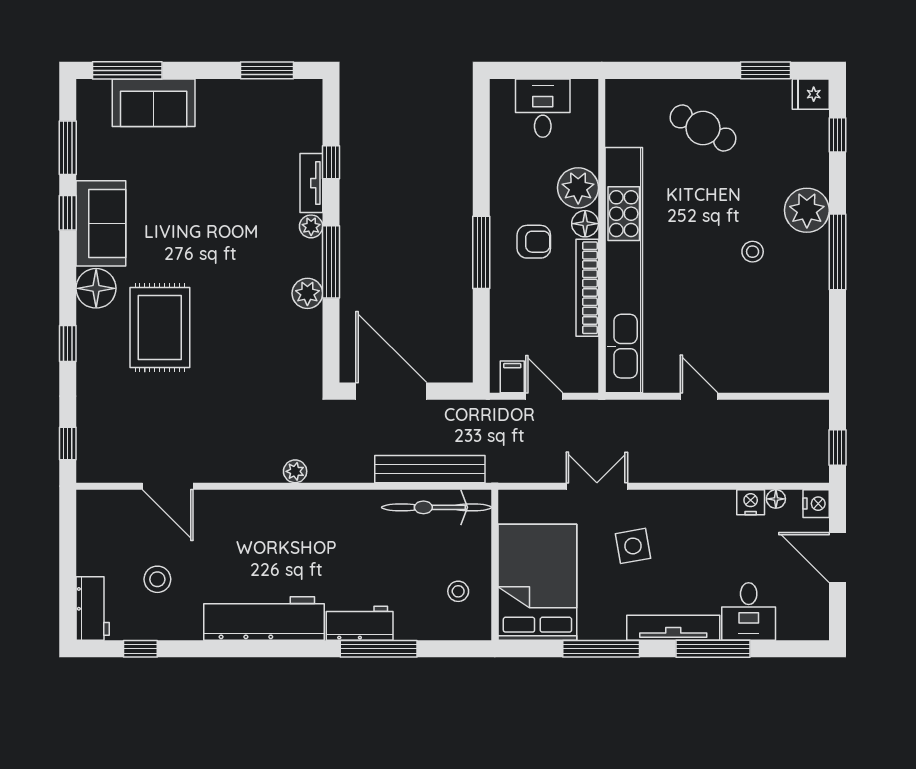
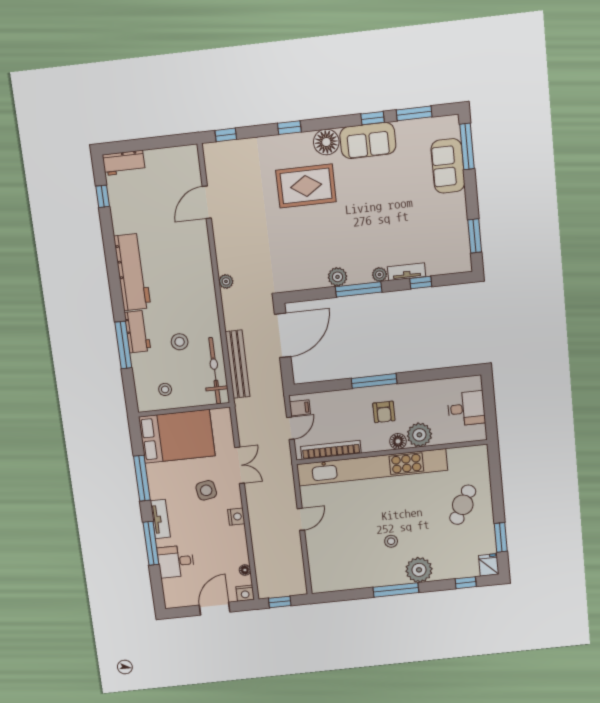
bookcase: (587, 288) -> (331, 450), moved
nightstand: (751, 502) -> (236, 517), moved
stool: (157, 579) -> (180, 342), moved
tv unit: (673, 628) -> (160, 519), width x0.71

